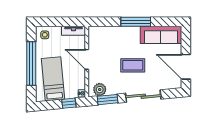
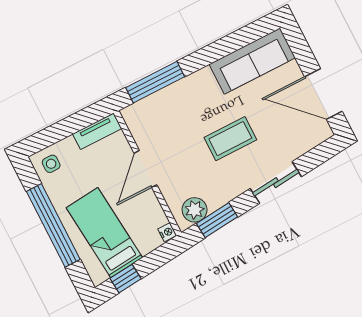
window: (136, 22) -> (155, 82), moved
door: (87, 59) -> (145, 169), hinge flipped
sliding door: (143, 96) -> (276, 183), width x0.73
window: (69, 103) -> (126, 279), moved

